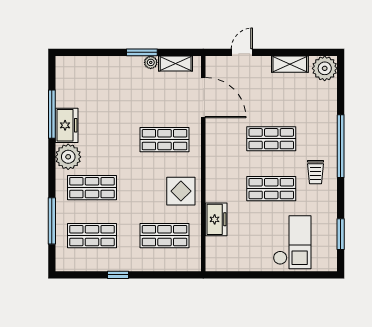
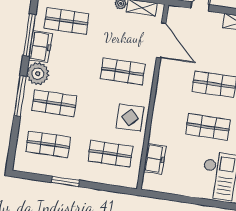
shop shelf: (92, 92) -> (67, 21), added
freezer: (216, 219) -> (155, 159), moved
window: (52, 221) -> (20, 96), moved
window: (118, 275) -> (65, 181), width x1.50

